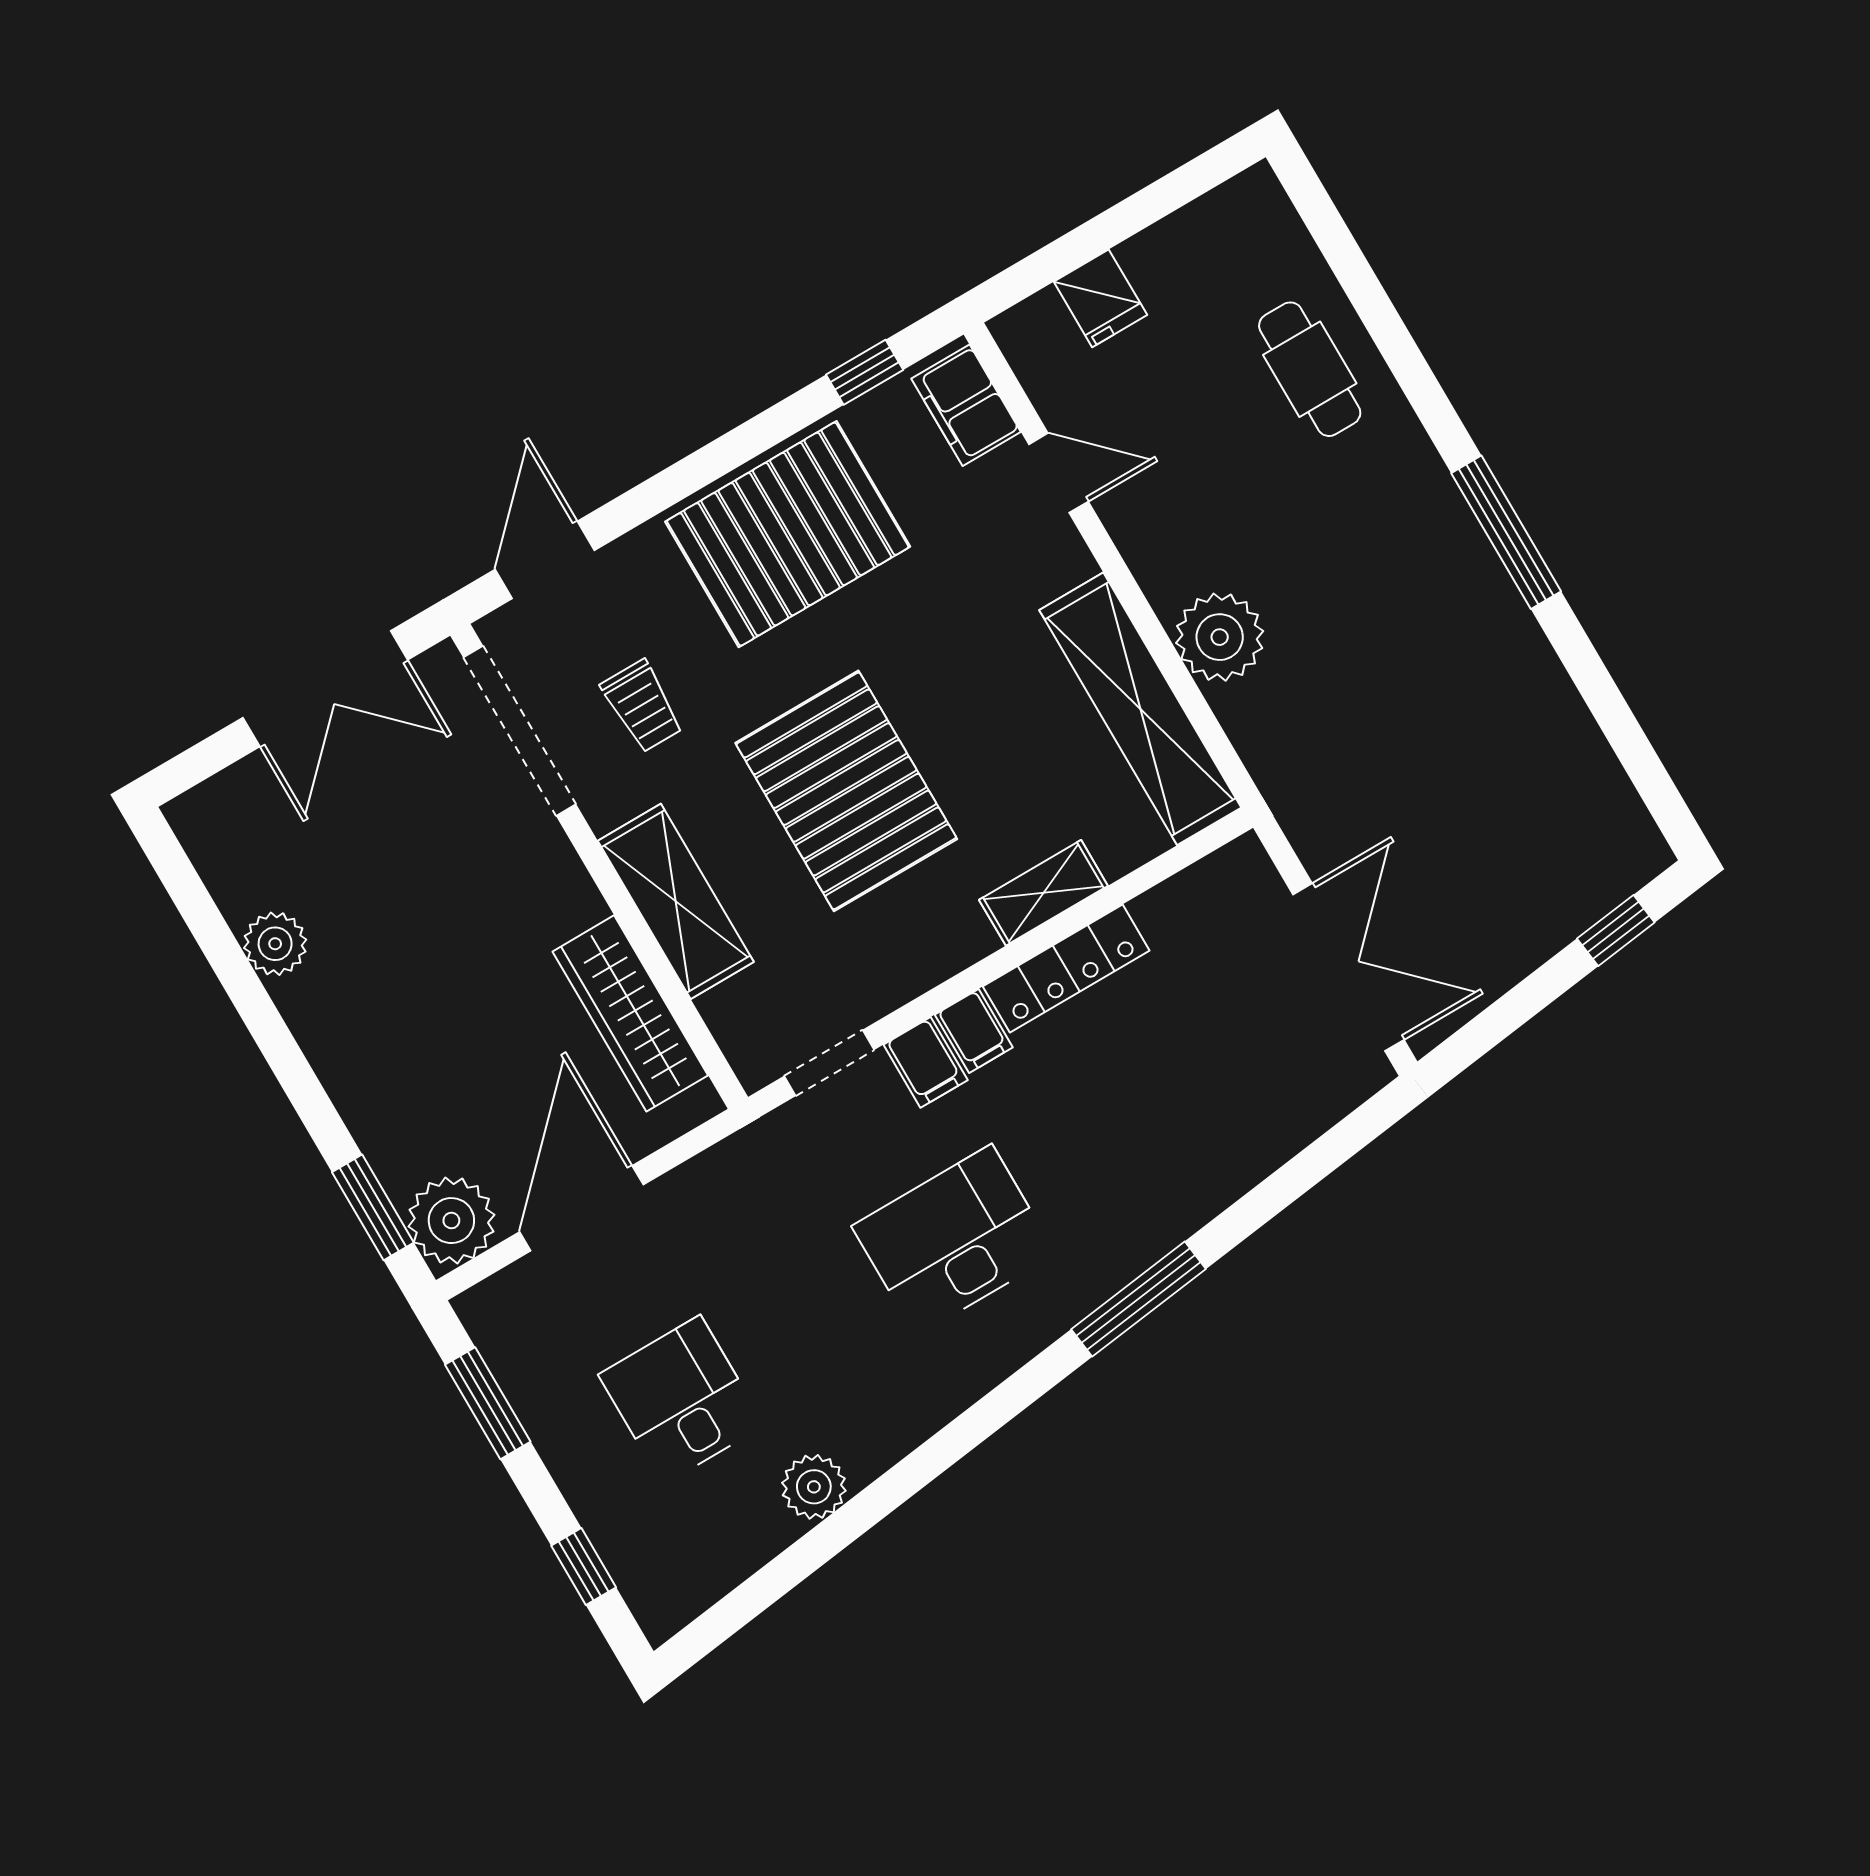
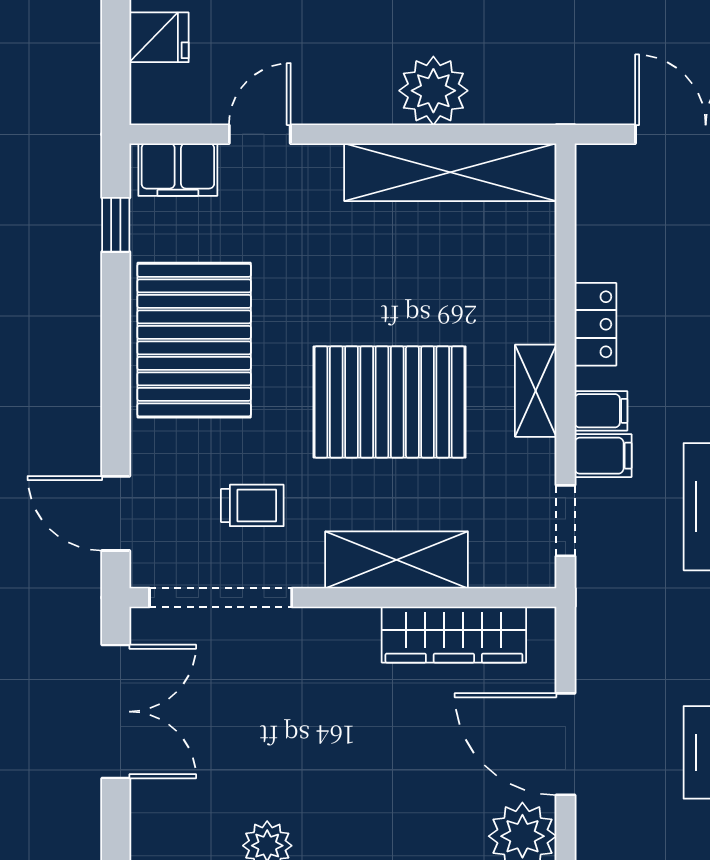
shelving: (1043, 893) -> (536, 391), moved
locker: (1066, 969) -> (595, 324), width x0.66

